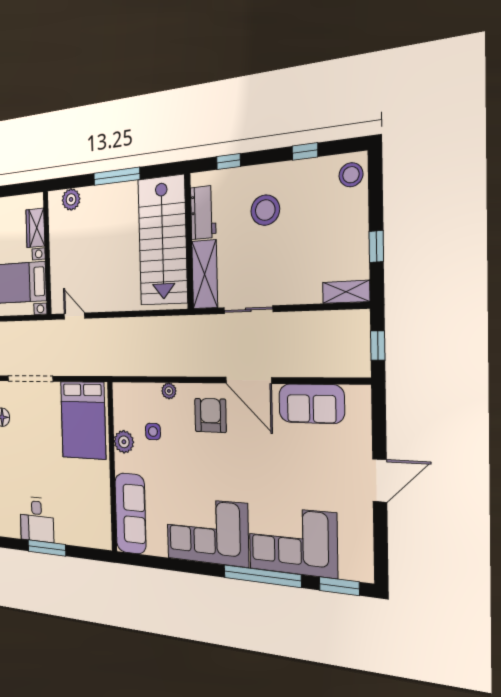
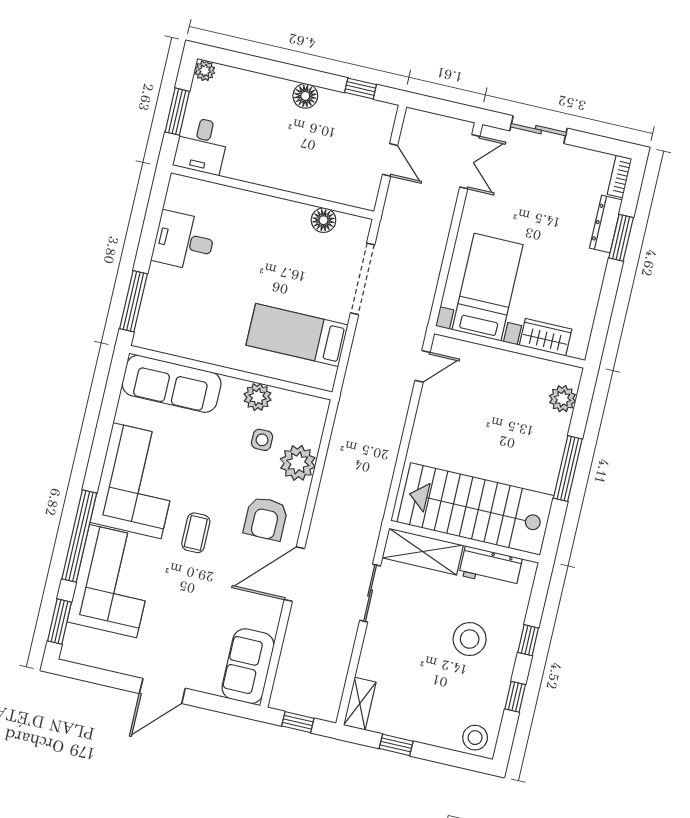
window: (229, 162) -> (528, 640), moved
plant: (169, 391) -> (298, 463), width x1.87, depth x1.87
sofa: (311, 404) -> (248, 666), moved
armchair: (210, 415) -> (266, 519), turned 90
bed: (83, 420) -> (297, 335), width x0.67
coffee table: (236, 474) -> (196, 533), added
door: (380, 481) -> (162, 691), hinge flipped
window: (47, 548) -> (133, 301), moved

